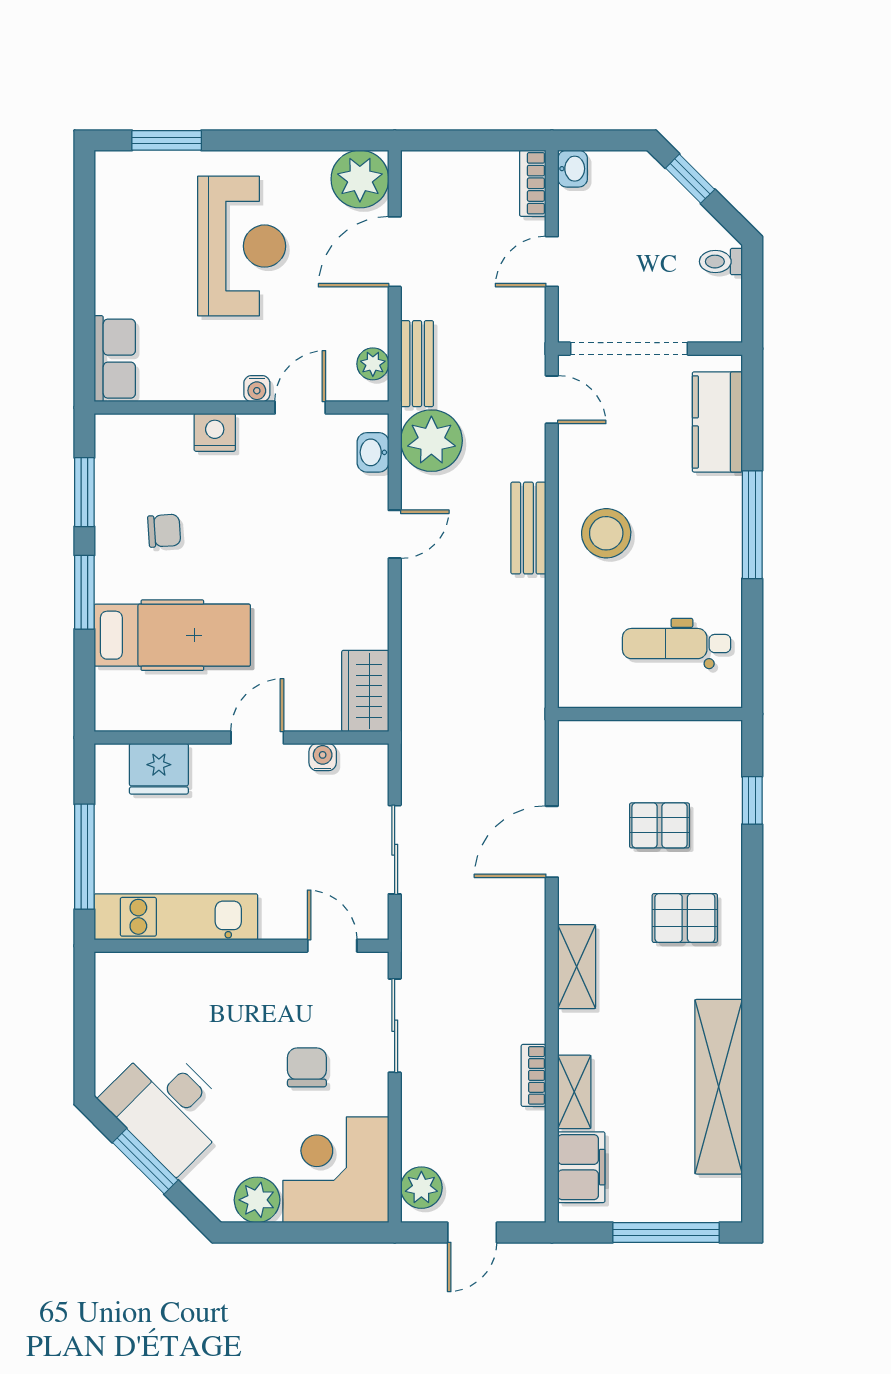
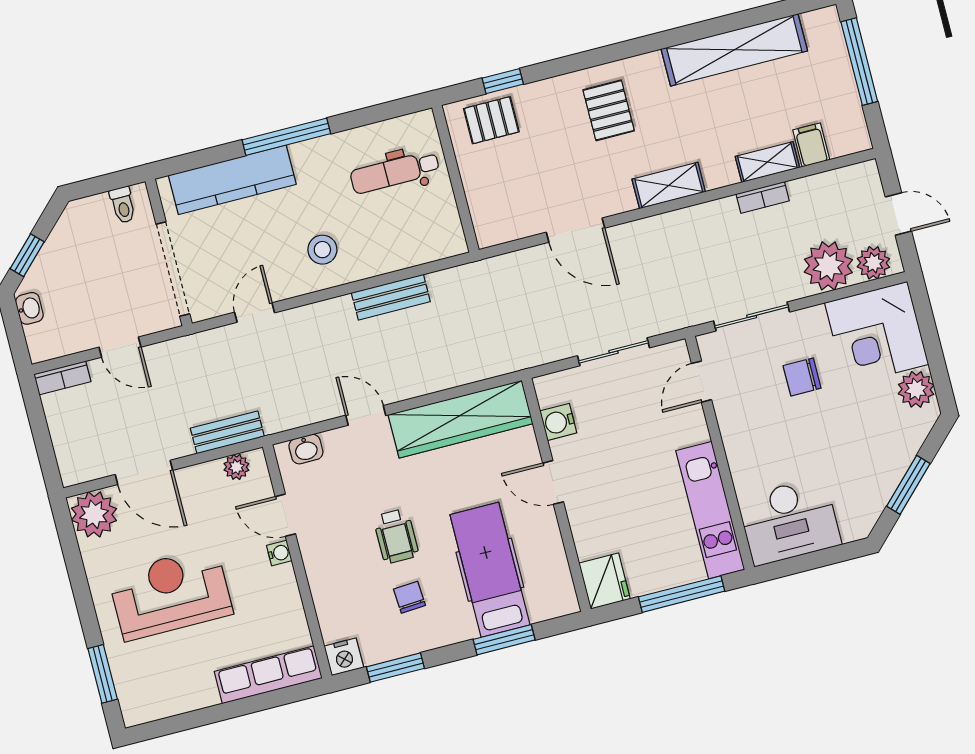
washbasin: (573, 169) -> (29, 308), moved, turned 90
toilet: (721, 262) -> (123, 205), moved
row of seats: (115, 359) -> (268, 675), width x1.48
door: (552, 400) -> (255, 313), moved
kitchen counter: (717, 422) -> (232, 180), width x1.50
nightstand: (215, 432) -> (344, 657), moved, turned -90
plant: (431, 441) -> (828, 266), moved
bench: (528, 528) -> (391, 297), moved
wheelchair: (241, 533) -> (396, 536), added
stool: (606, 533) -> (322, 250), width x0.73, depth x0.73
window: (84, 592) -> (504, 640), moved
dental chair: (677, 644) -> (395, 172), turned 90
wardrobe: (365, 691) -> (461, 419), width x2.10, depth x1.17
water cooler: (323, 757) -> (558, 422), width x1.38, depth x1.38
fridge: (159, 769) -> (605, 581), moved
pallet: (660, 825) -> (491, 120), moved, turned 90
desk: (168, 1107) -> (789, 521), moved, turned 45
filing cabinet: (581, 1167) -> (811, 145), width x0.50

